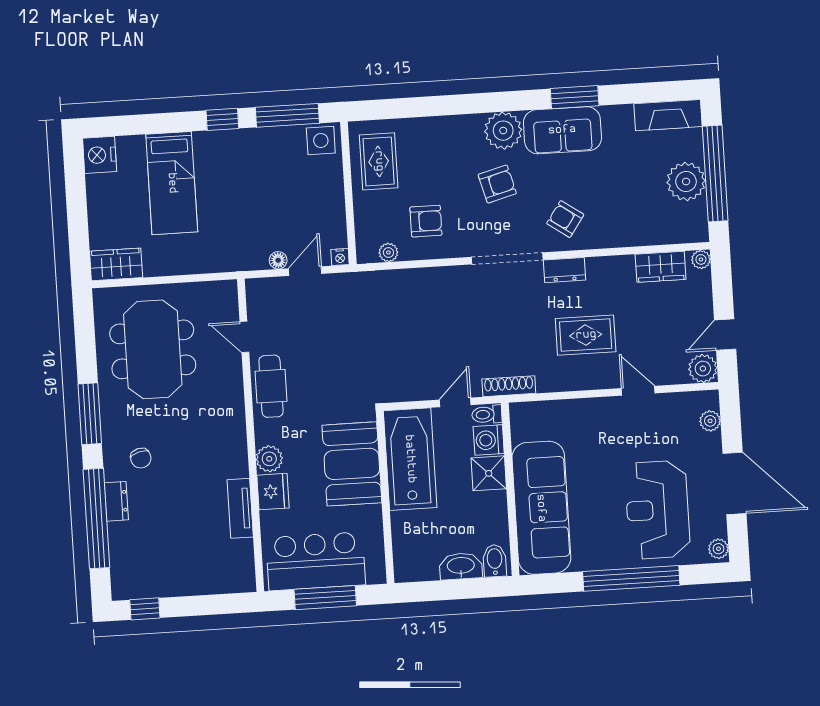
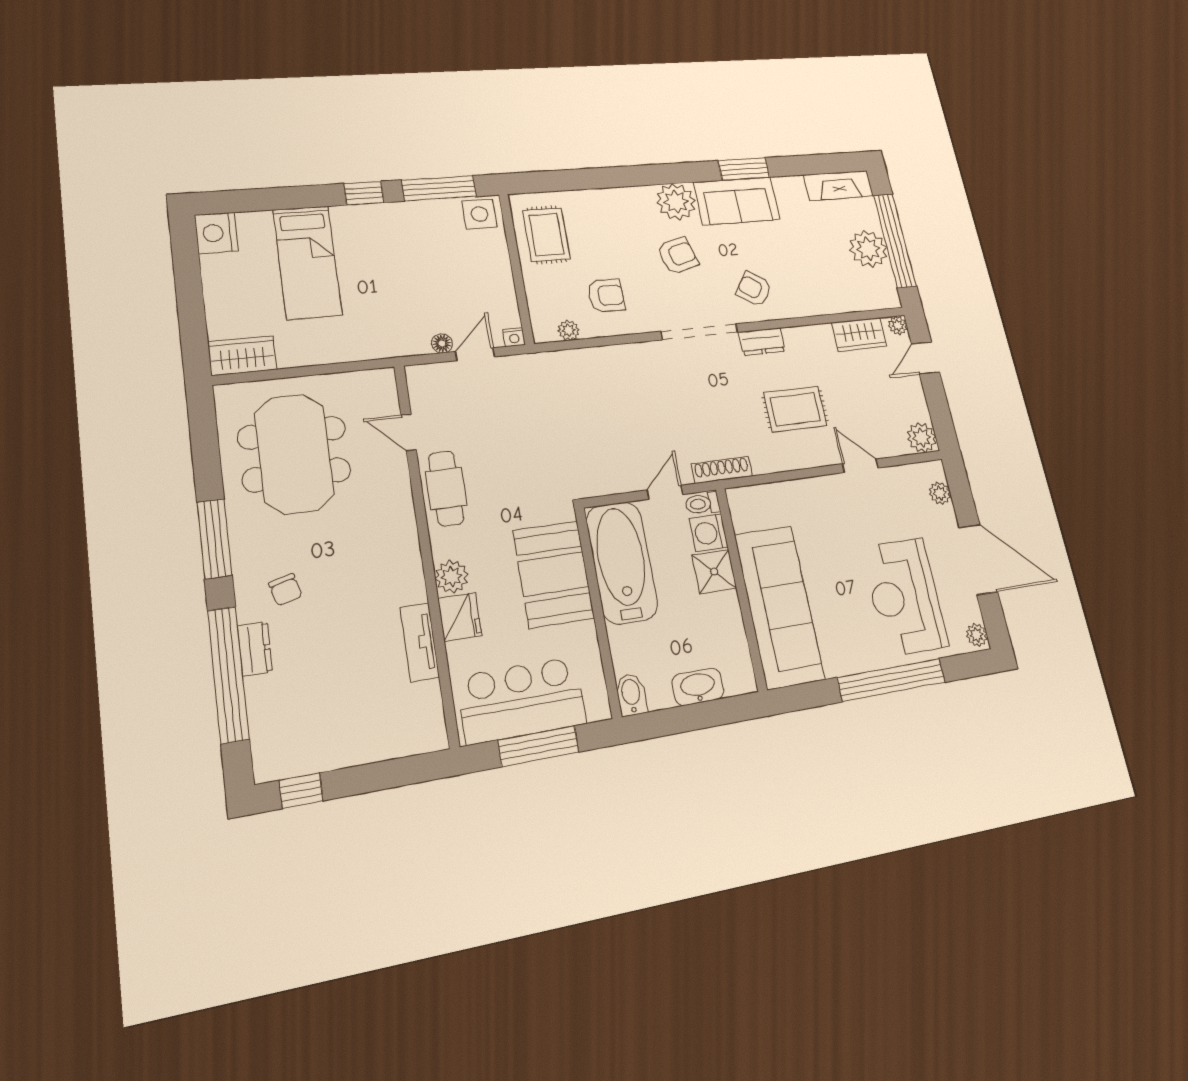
door: (725, 335) -> (925, 358), moved
bidet: (495, 561) -> (631, 695), moved

